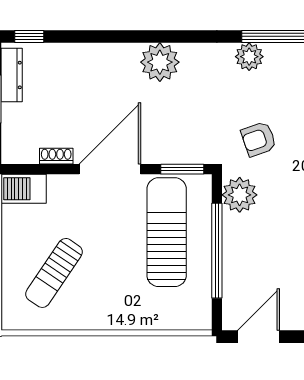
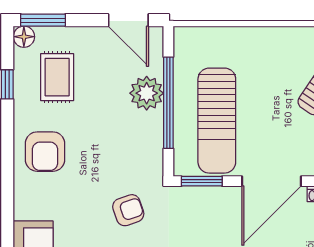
plant: (240, 195) -> (147, 93), moved
door: (259, 337) -> (128, 20), hinge flipped

